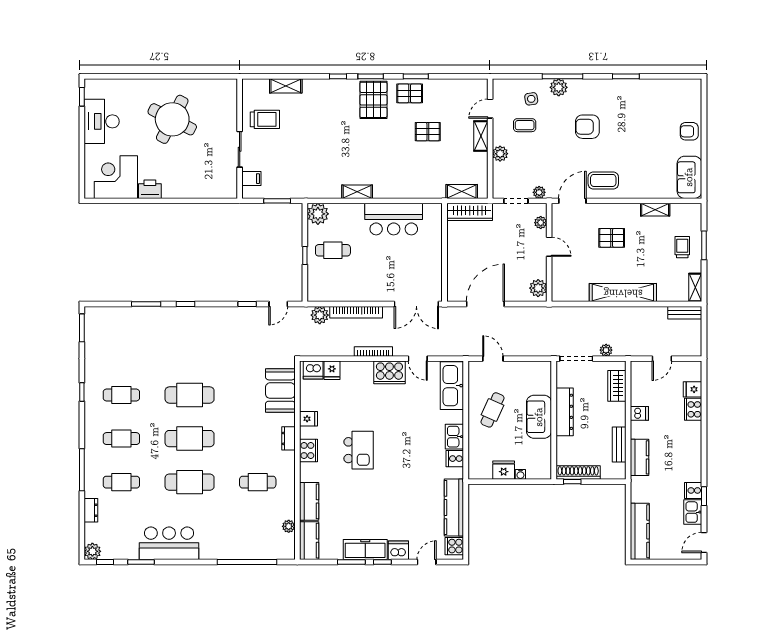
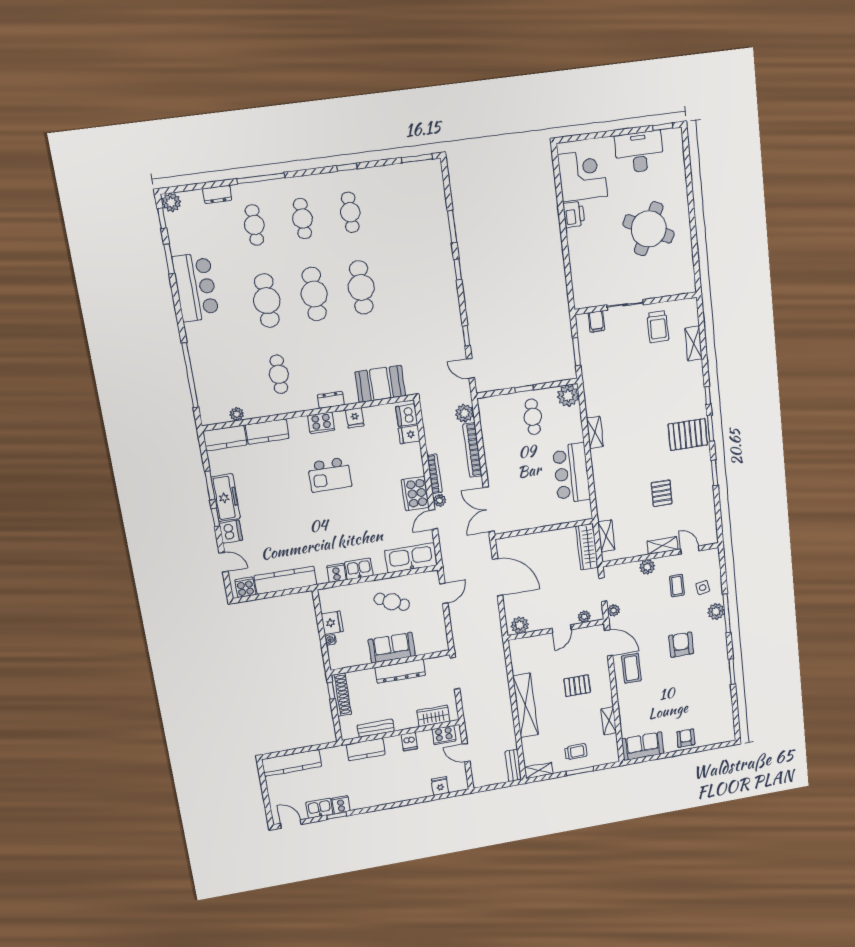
pallet: (410, 93) -> (697, 469), removed
pallet: (612, 238) -> (577, 686), turned 90
plant: (606, 350) -> (440, 500), moved
cooker: (693, 409) -> (444, 735), moved, turned 180

